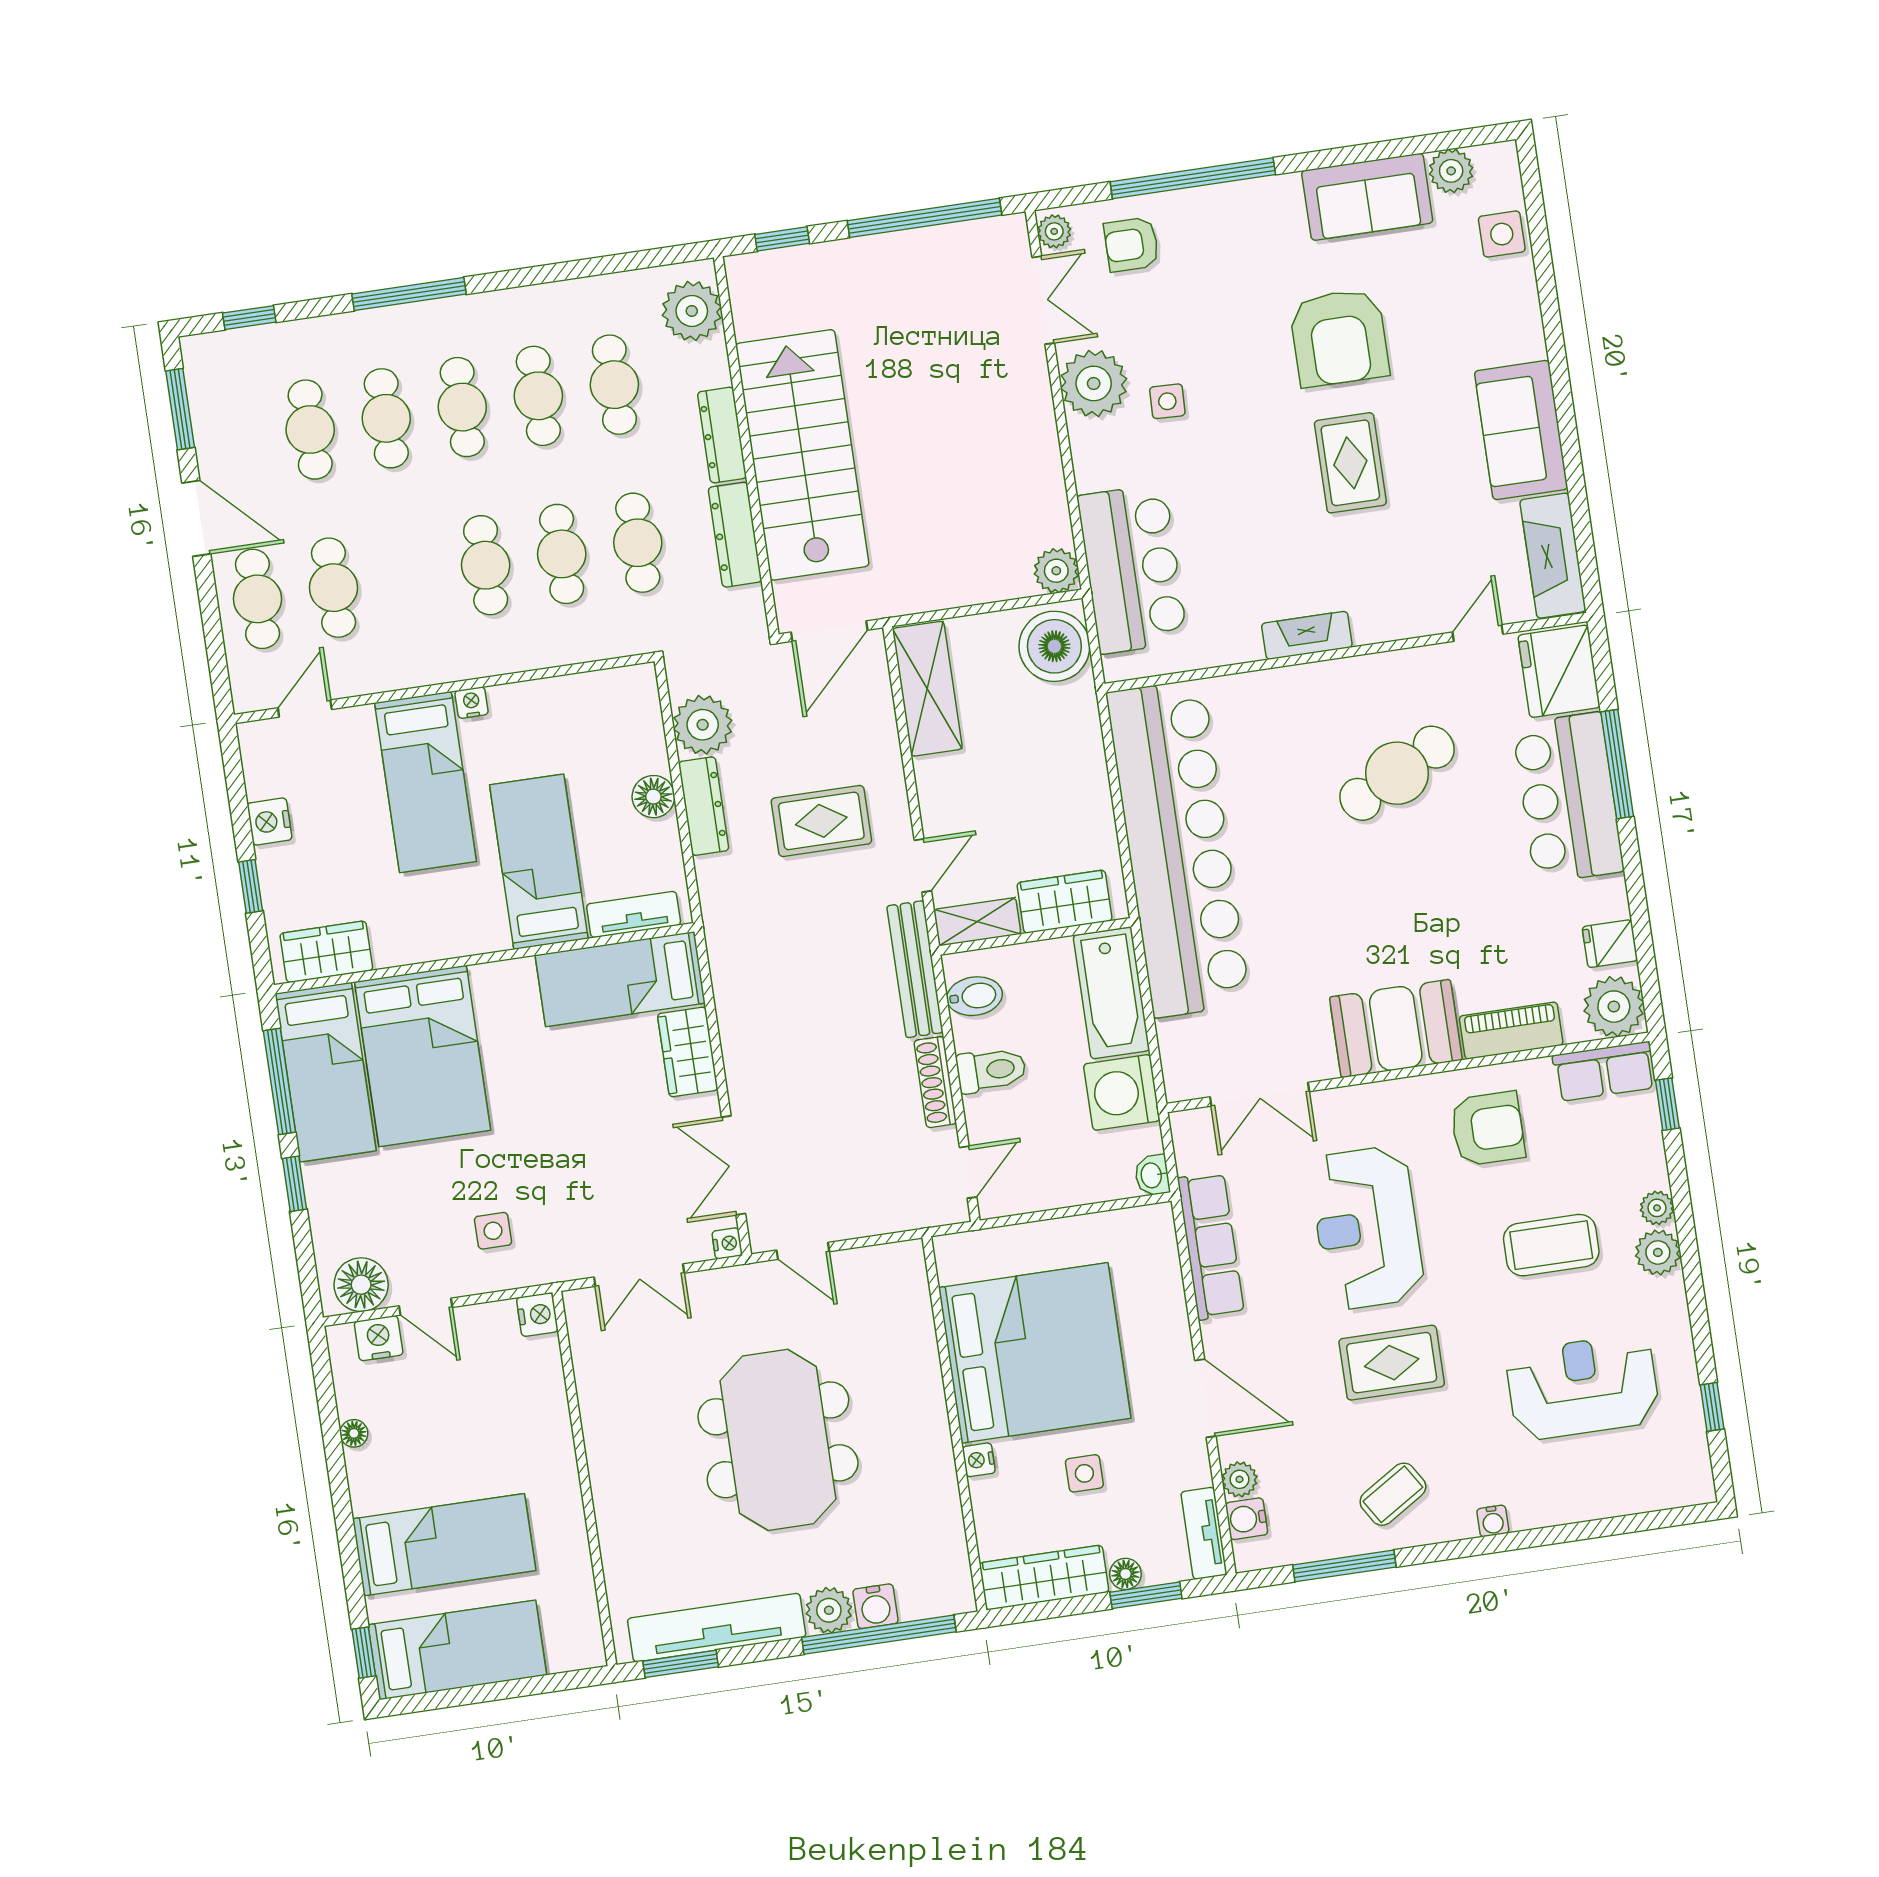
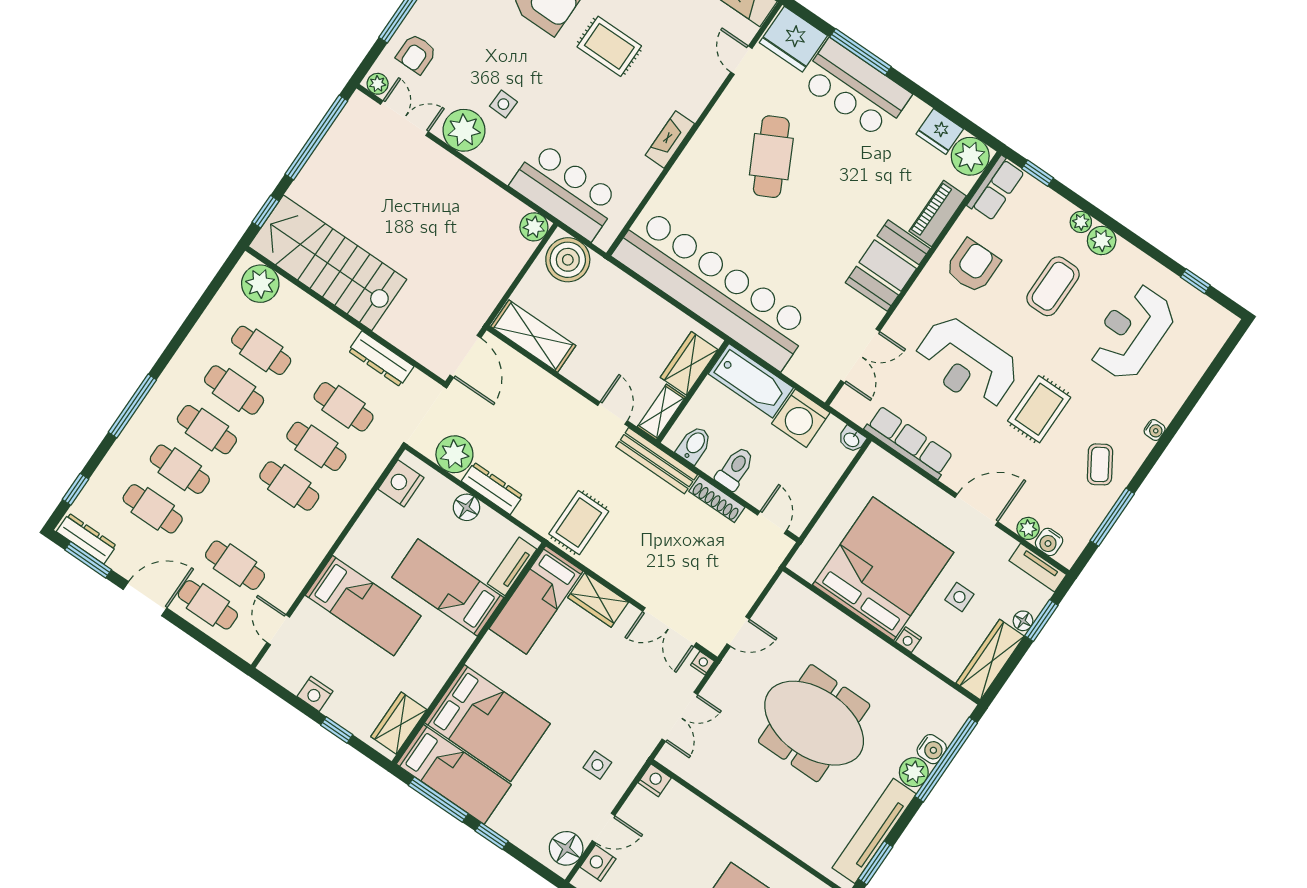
dresser: (722, 435) -> (86, 539), moved, turned 180
stairs: (802, 455) -> (328, 263), moved
nightstand: (471, 703) -> (401, 483), moved, width x1.89, depth x1.79
rug: (821, 821) -> (579, 523), moved
fridge: (1610, 944) -> (940, 131), width x1.38

